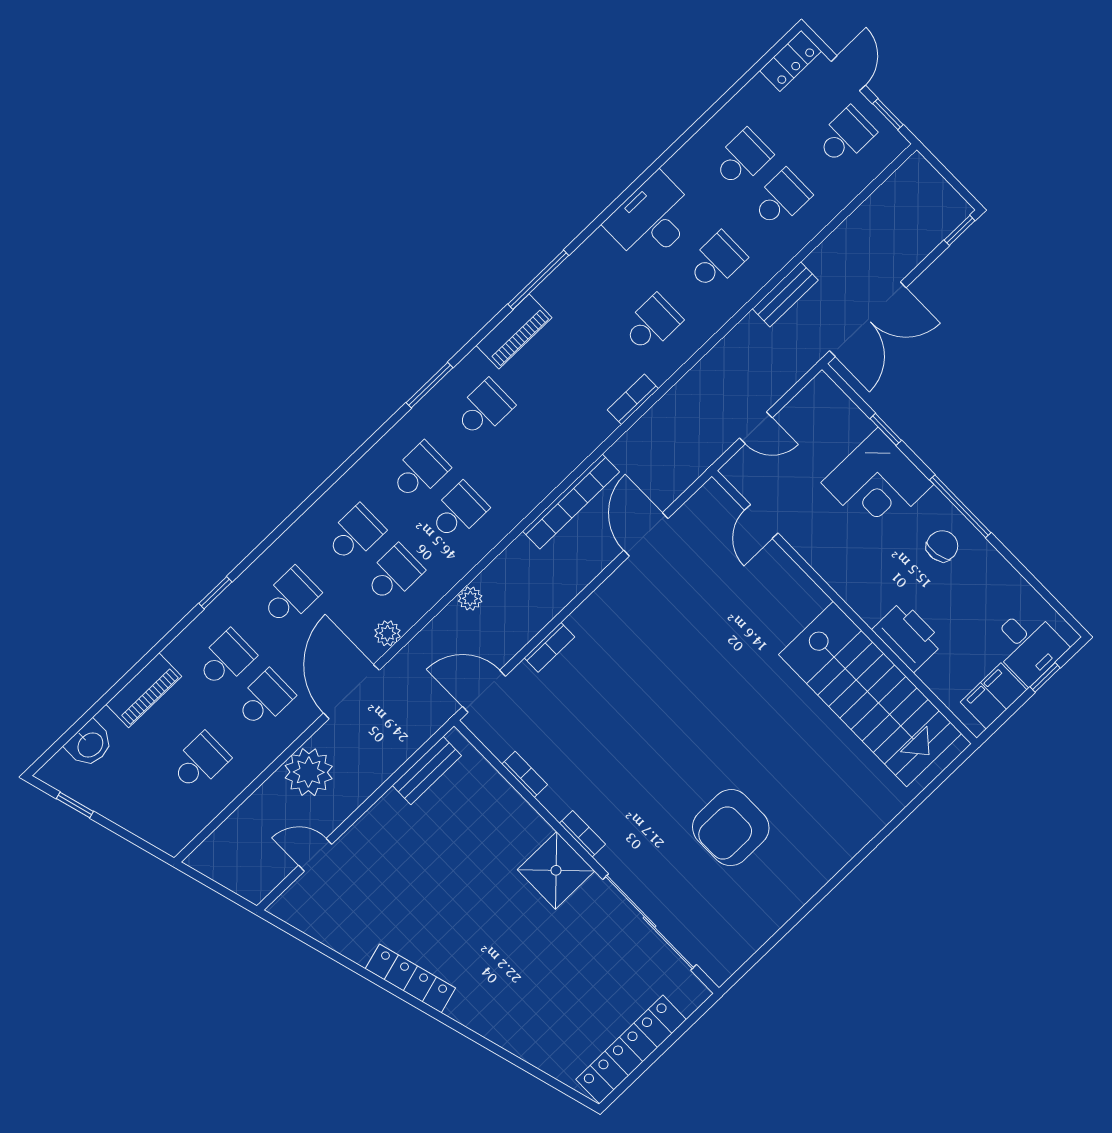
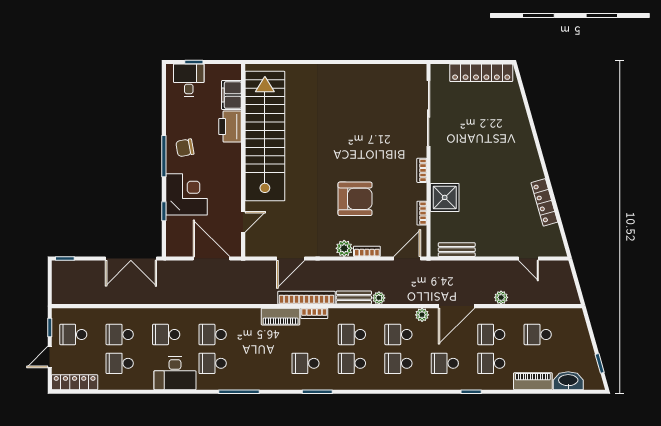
locker: (791, 61) -> (75, 382), width x1.53
school desk: (613, 284) -> (213, 363), added
bench: (785, 294) -> (354, 298), moved
double door: (868, 319) -> (131, 259), swing flipped
piano: (514, 331) -> (281, 317), moved, turned 180
bookcase: (633, 399) -> (314, 313), moved
door: (756, 428) -> (211, 259), width x1.88
plant: (585, 621) -> (344, 248), added
door: (484, 691) -> (407, 259), swing flipped
stairs: (870, 694) -> (265, 136), width x1.36
filing cabinet: (994, 696) -> (231, 95), moved, turned 90
washbasin: (90, 744) -> (568, 381), width x1.38
plant: (309, 772) -> (501, 297), width x0.53, depth x0.53
armchair: (731, 828) -> (355, 199), moved
shower: (556, 870) -> (445, 197), moved
locker: (410, 978) -> (544, 202), moved

